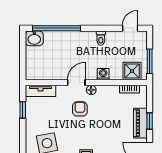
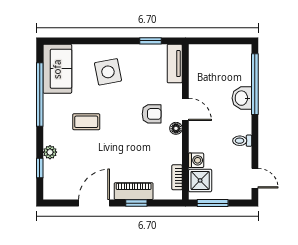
washbasin: (34, 38) -> (242, 98), moved
washing machine: (103, 74) -> (196, 160), moved

